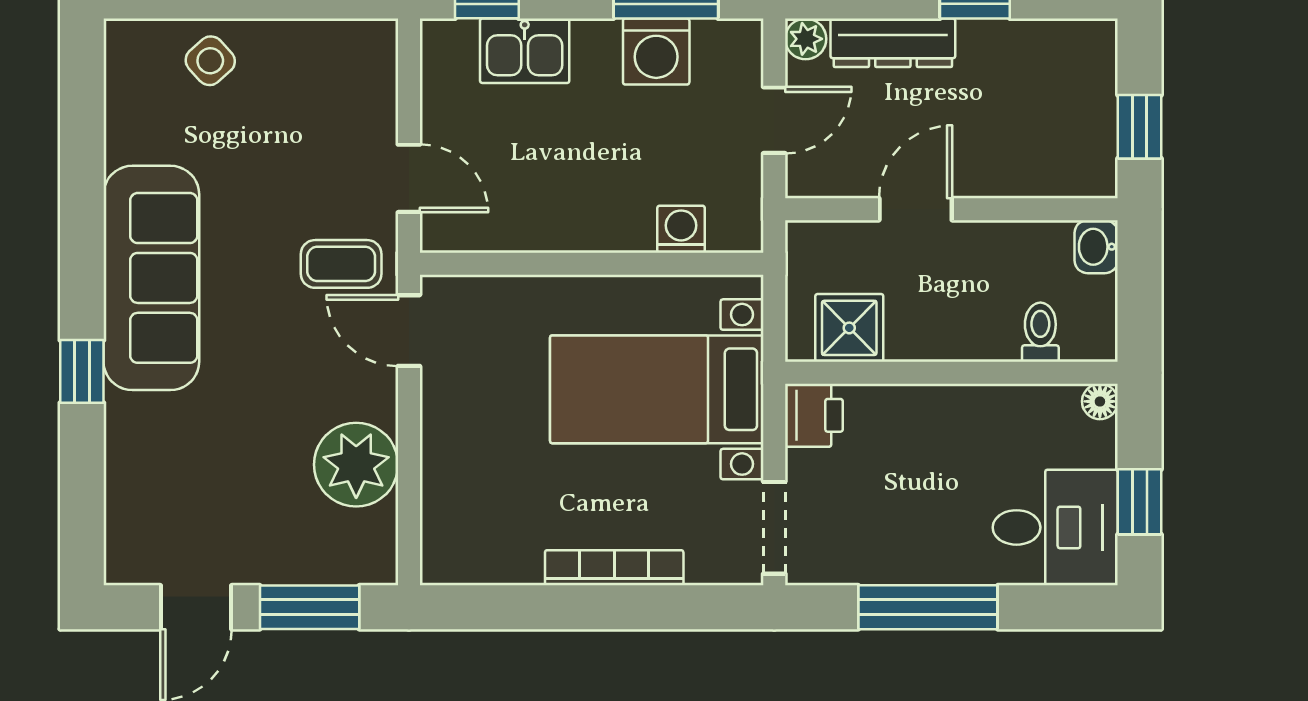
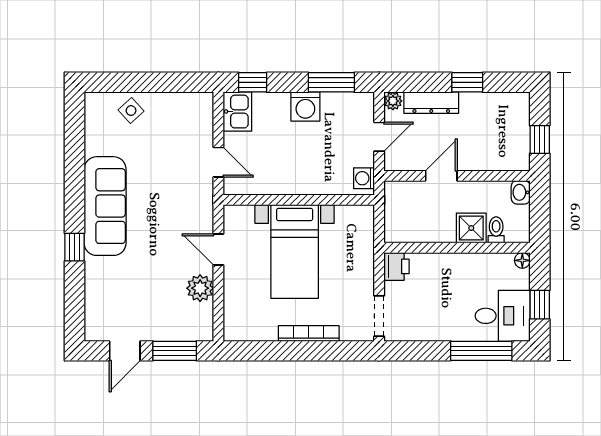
kitchen sink: (525, 51) -> (237, 112), moved, turned -90
washing machine: (656, 52) -> (305, 106), moved
washing machine: (681, 229) -> (364, 178), moved, turned -90
coffee table: (341, 264) -> (189, 200), removed
shower: (849, 328) -> (471, 228), moved
door: (409, 331) -> (218, 249), moved
bed with nightstands: (657, 389) -> (295, 251), moved, turned -90
plant: (356, 465) -> (200, 288), width x0.73, depth x0.73
window: (928, 607) -> (481, 351), moved

